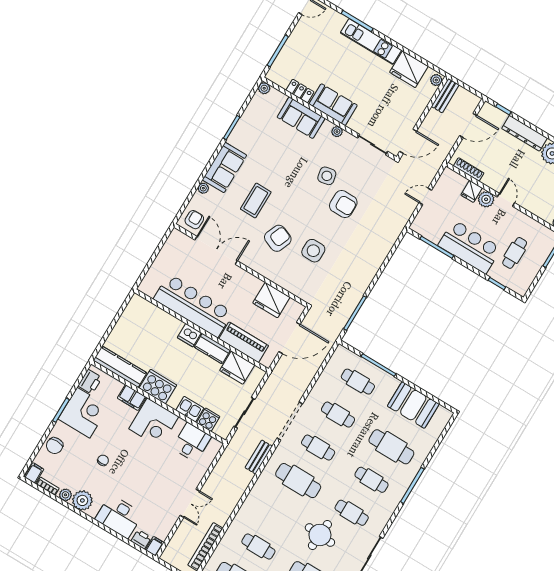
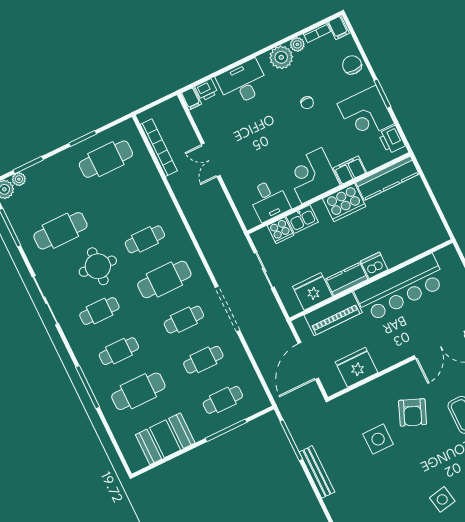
armchair: (343, 204) -> (405, 498), removed
bench: (259, 457) -> (317, 472), moved, width x1.36
cafe table: (258, 547) -> (145, 239), moved

